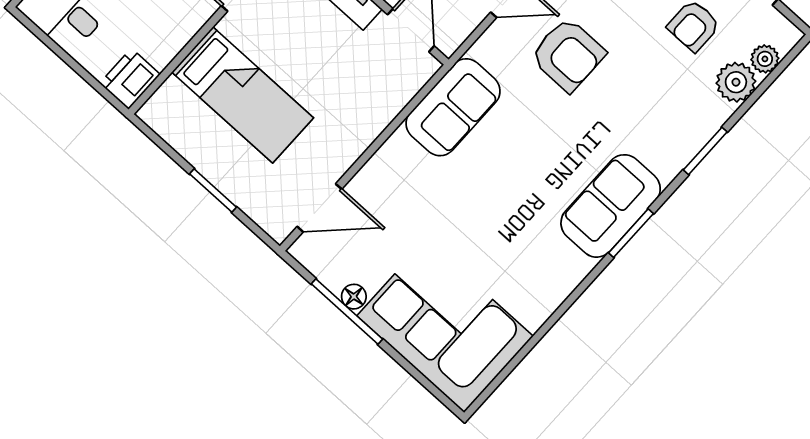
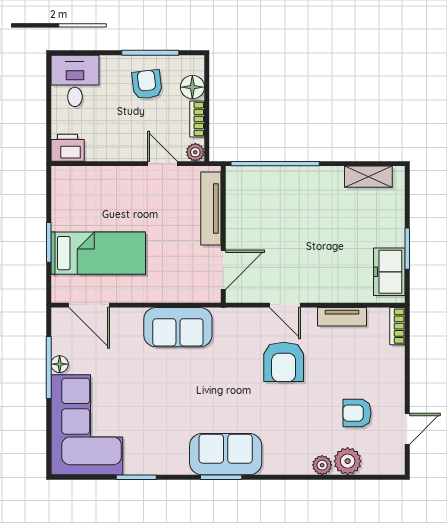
plant: (765, 59) -> (322, 465), moved
bed: (243, 95) -> (98, 253), moved, turned -90
sofa: (453, 107) -> (178, 327), moved
window: (705, 151) -> (136, 477), moved

